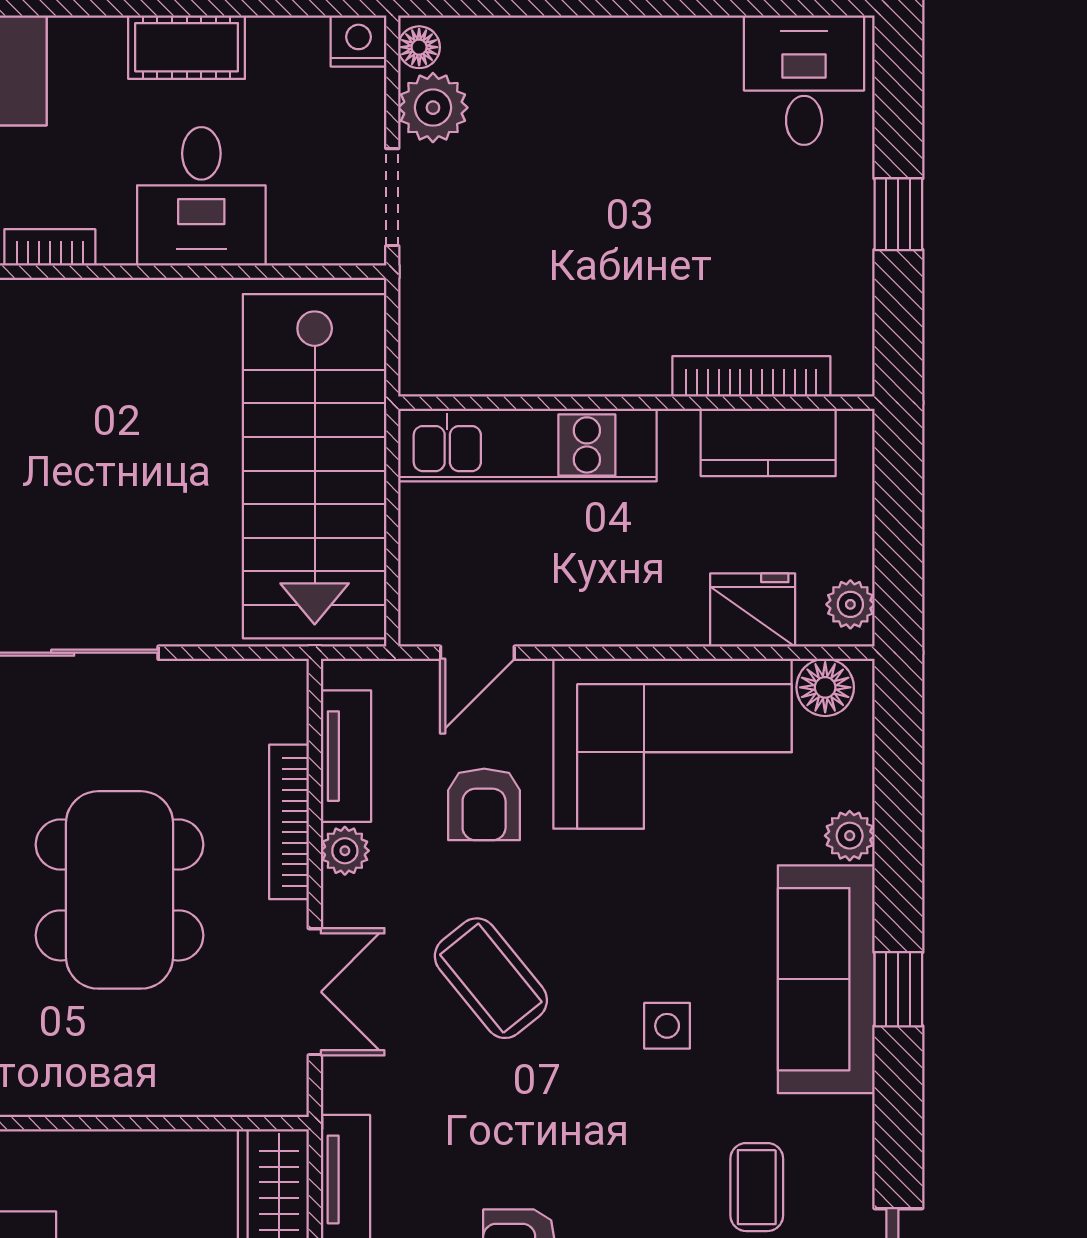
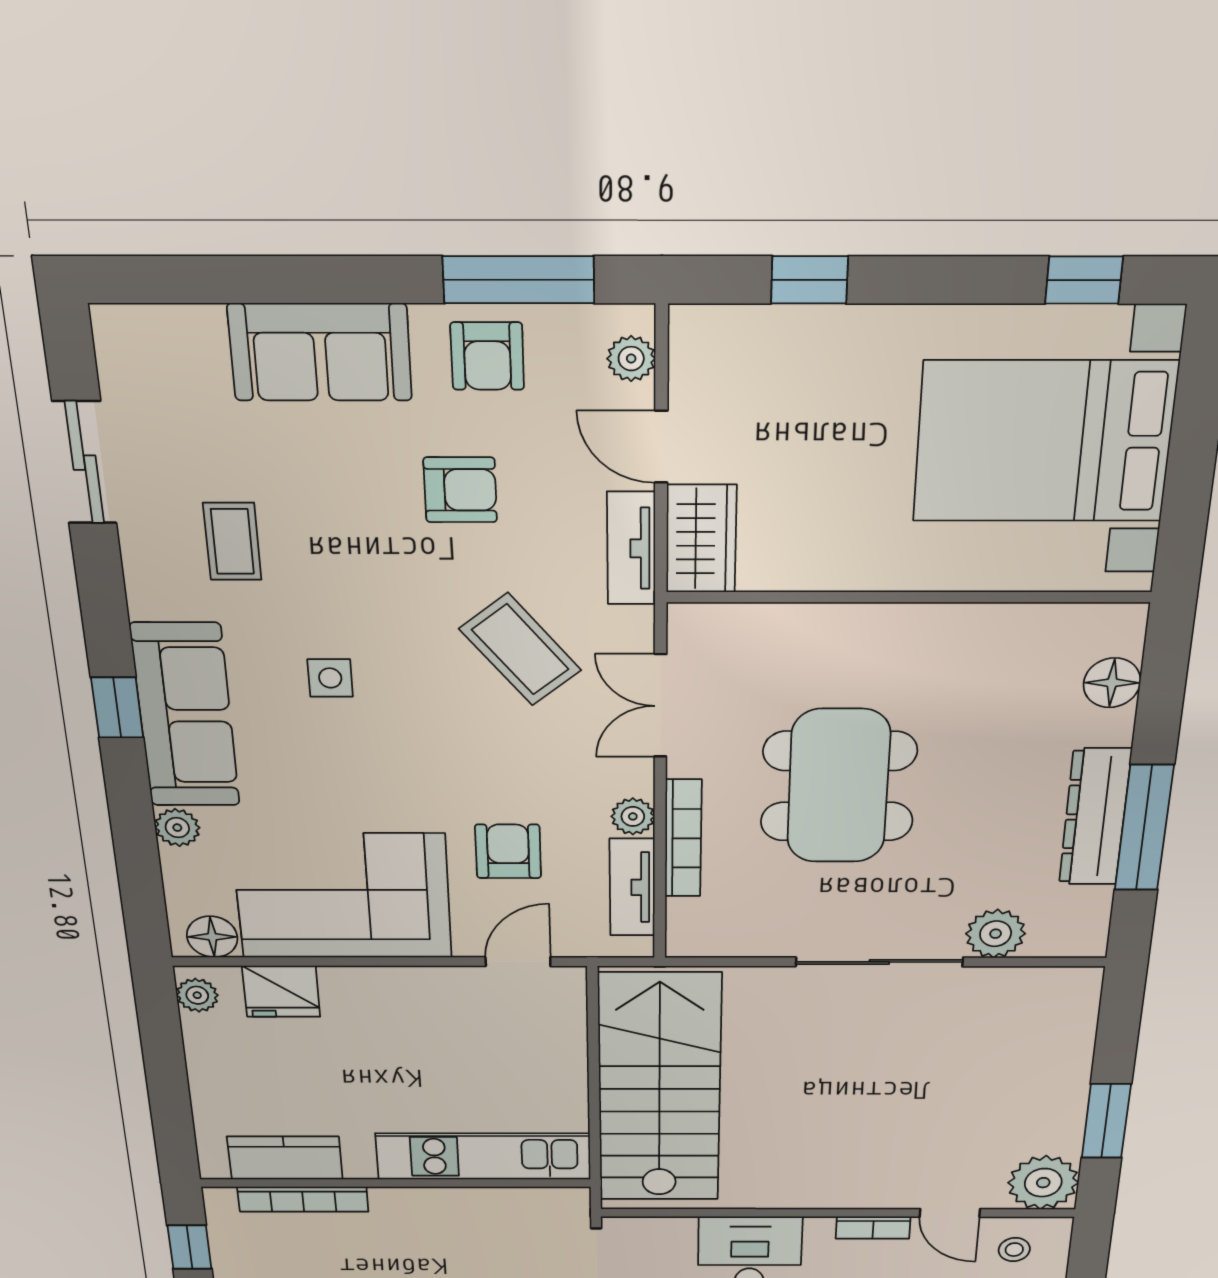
bookcase: (751, 376) -> (303, 1199), moved
wall: (636, 403) -> (395, 1183), moved
kitchen counter: (768, 442) -> (285, 1158), moved
kitchen unit: (527, 445) -> (483, 1156), moved
coffee table: (491, 978) -> (520, 649), moved

